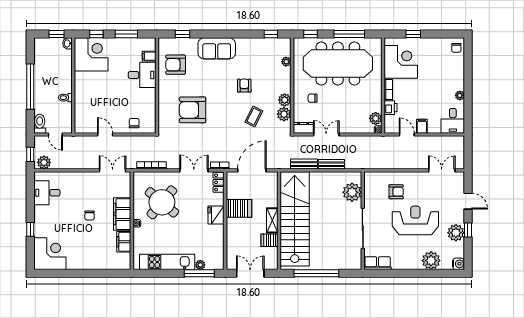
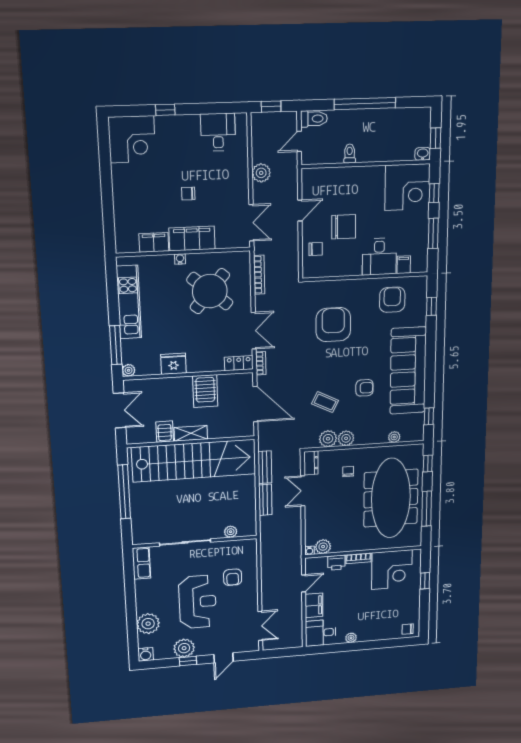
sofa: (217, 48) -> (408, 371), width x1.85, depth x1.27
chair: (118, 102) -> (344, 227), added
filing cabinet: (422, 126) -> (314, 605), width x2.00
double door: (326, 135) -> (303, 491), swing flipped
plant: (44, 162) -> (261, 173), moved
plant: (352, 192) -> (231, 532), width x0.53, depth x0.53
fridge: (216, 215) -> (173, 364), moved
plant: (200, 265) -> (129, 370), moved

